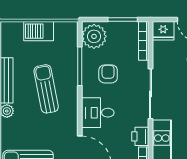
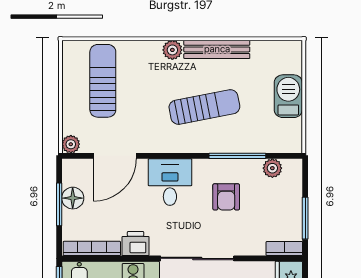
plant: (94, 36) -> (272, 168), width x0.53, depth x0.53
bookcase: (144, 41) -> (284, 249), width x0.64
armchair: (108, 74) -> (226, 197), turned 90

